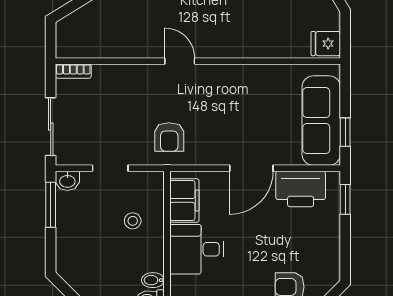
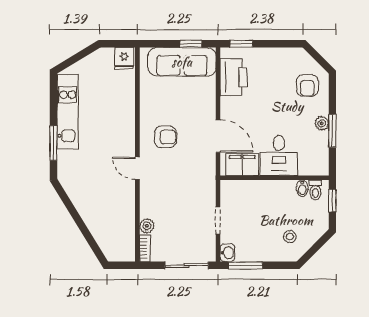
door: (180, 61) -> (137, 168), hinge flipped
plant: (103, 74) -> (147, 226), added
armchair: (169, 137) -> (165, 137), moved
door: (251, 168) -> (218, 136), moved
stool: (133, 221) -> (290, 237), moved

